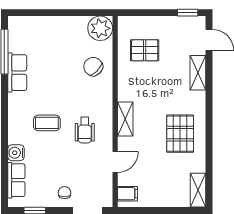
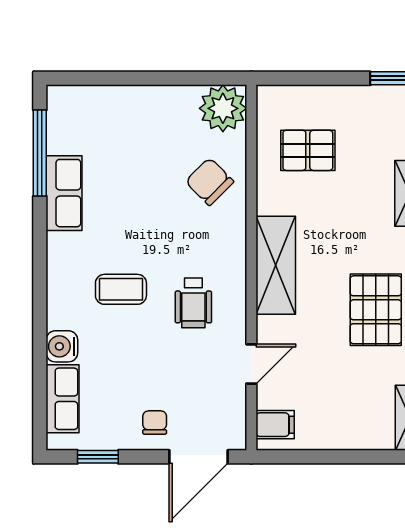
shelving: (125, 119) -> (276, 265), width x1.50, depth x1.33

